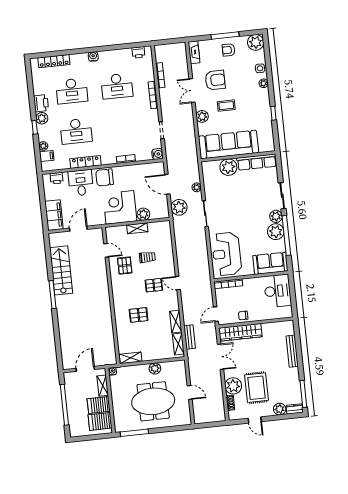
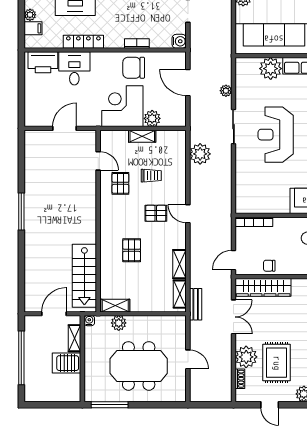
chair: (105, 177) -> (134, 68), moved
printer: (57, 178) -> (43, 62), width x1.87, depth x1.48
plant: (179, 207) -> (200, 154), moved
filing cabinet: (54, 215) -> (34, 107), removed
reception desk: (227, 254) -> (276, 135), moved
stairs: (61, 270) -> (84, 276), moved, turned 180
pallet: (139, 315) -> (132, 250), turned 90
bench: (190, 337) -> (196, 304), moved
plant: (155, 368) -> (119, 323), moved
server rack: (100, 421) -> (66, 385), removed

